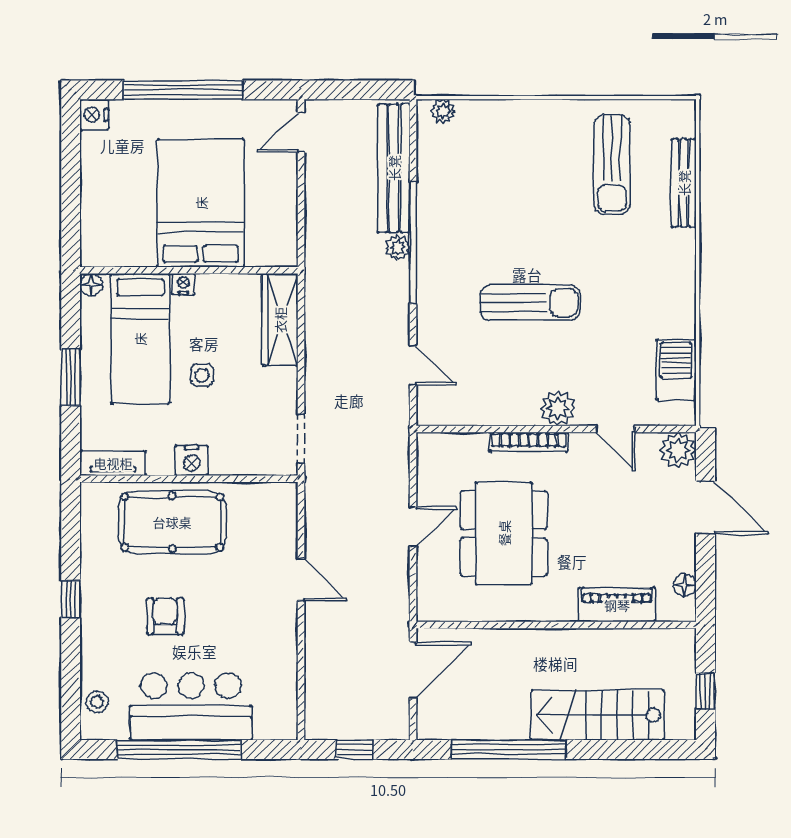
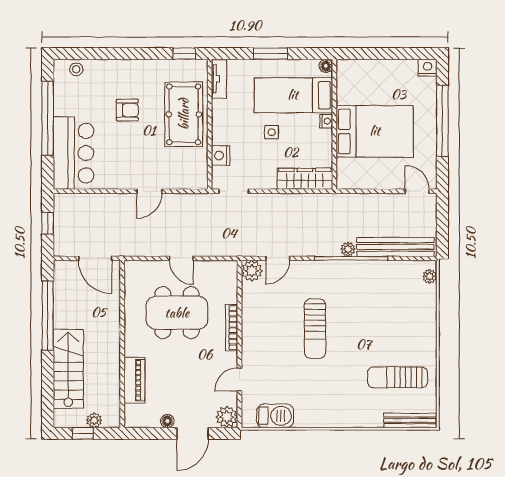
bench: (684, 183) -> (410, 420), moved
plant: (558, 408) -> (252, 271), moved
nightstand: (192, 461) -> (221, 156), moved
floor lamp: (685, 585) -> (167, 421), moved
window: (71, 599) -> (184, 54), moved
plant: (683, 672) -> (94, 420), added
bar counter: (191, 706) -> (73, 153), moved

